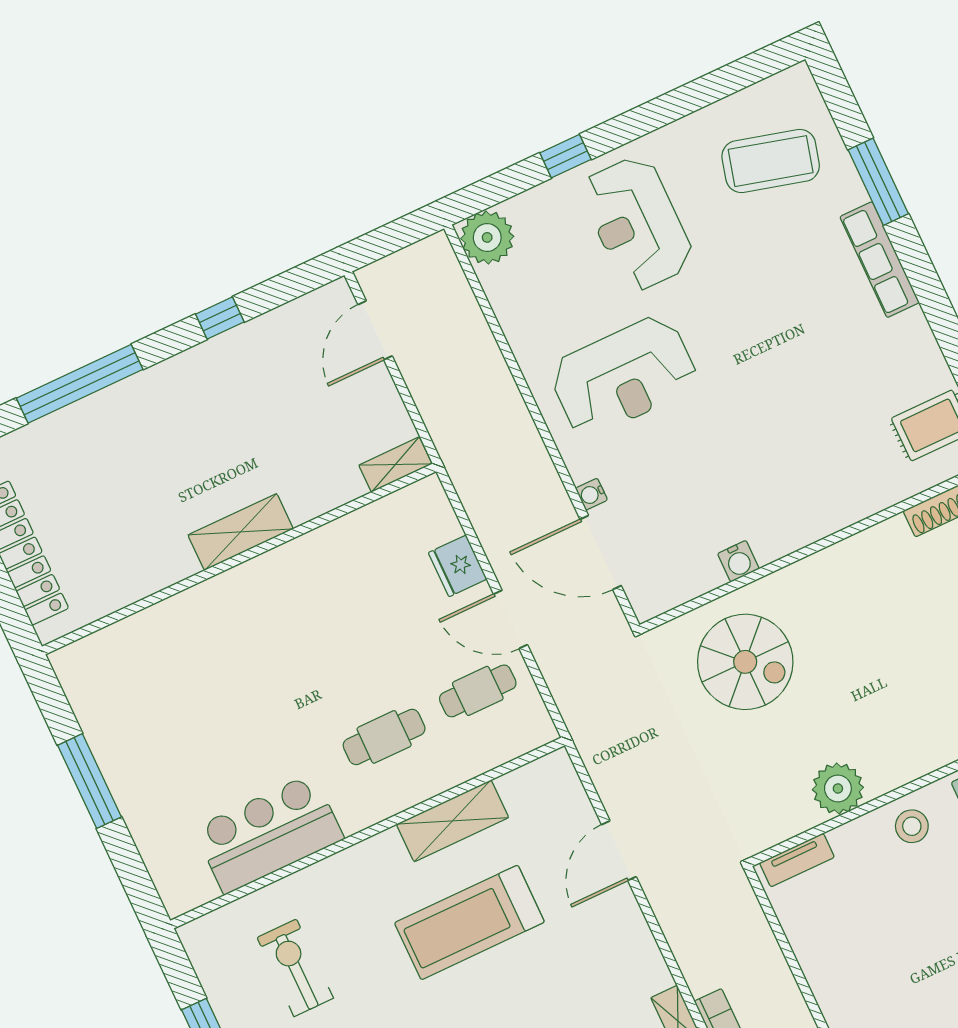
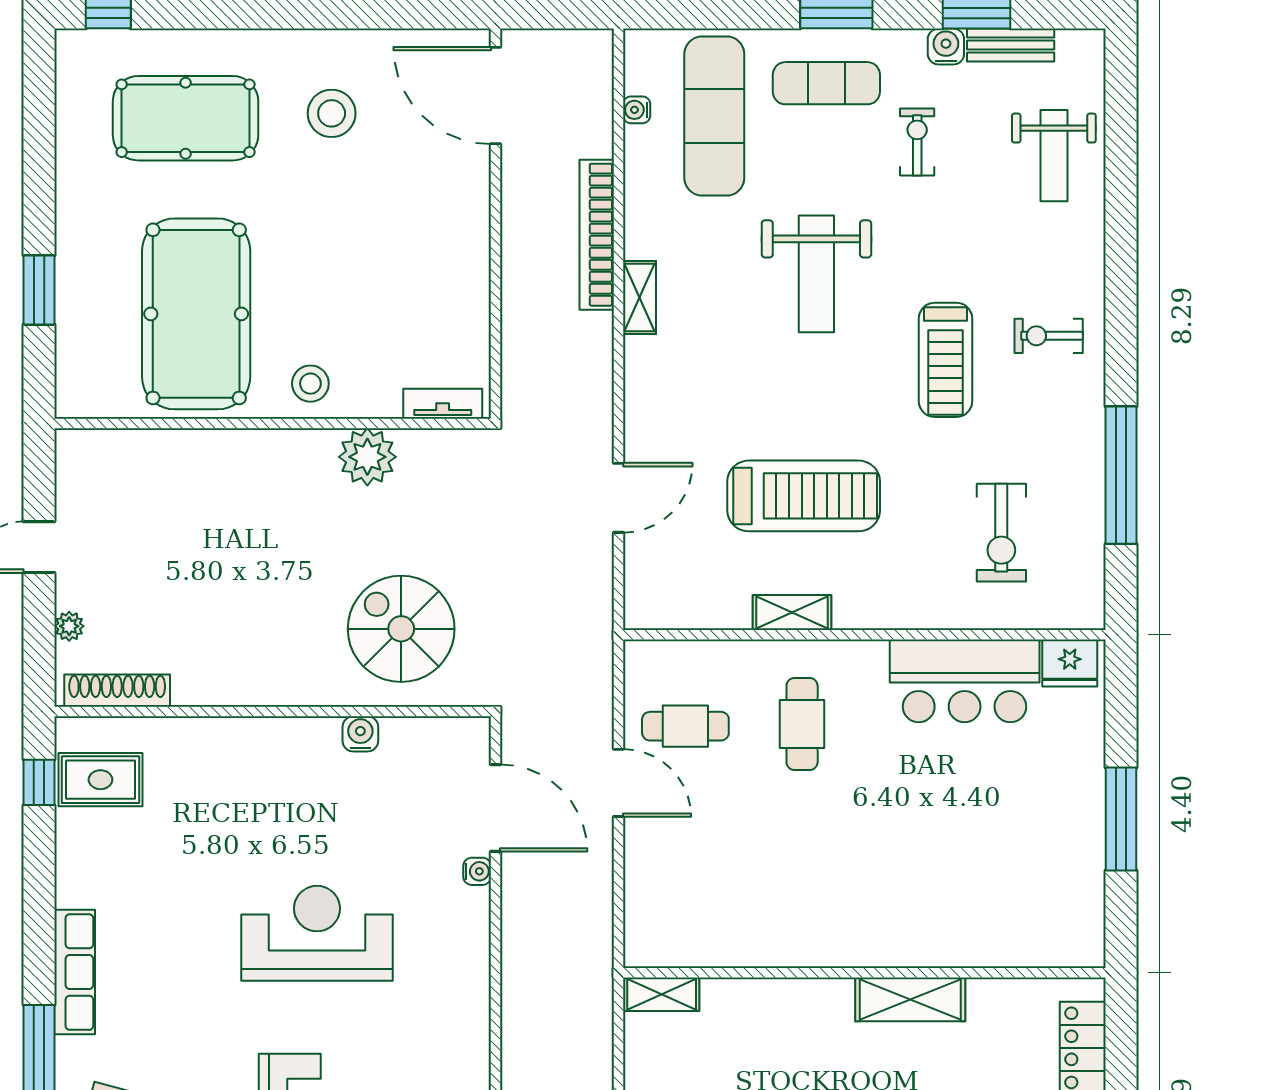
reception desk: (623, 376) -> (317, 933), moved
shelving: (241, 532) -> (910, 999), moved
fridge: (458, 566) -> (1070, 663), moved, turned 90
cafe table: (384, 737) -> (802, 724), turned 90
shelving: (453, 821) -> (792, 613), width x0.67, depth x0.75

